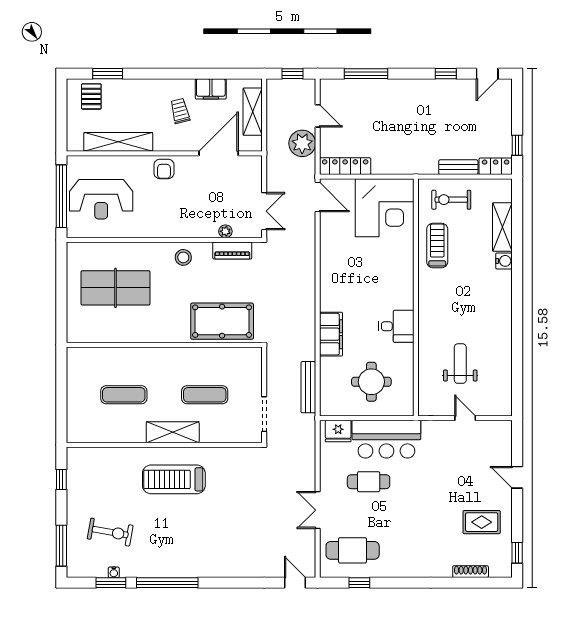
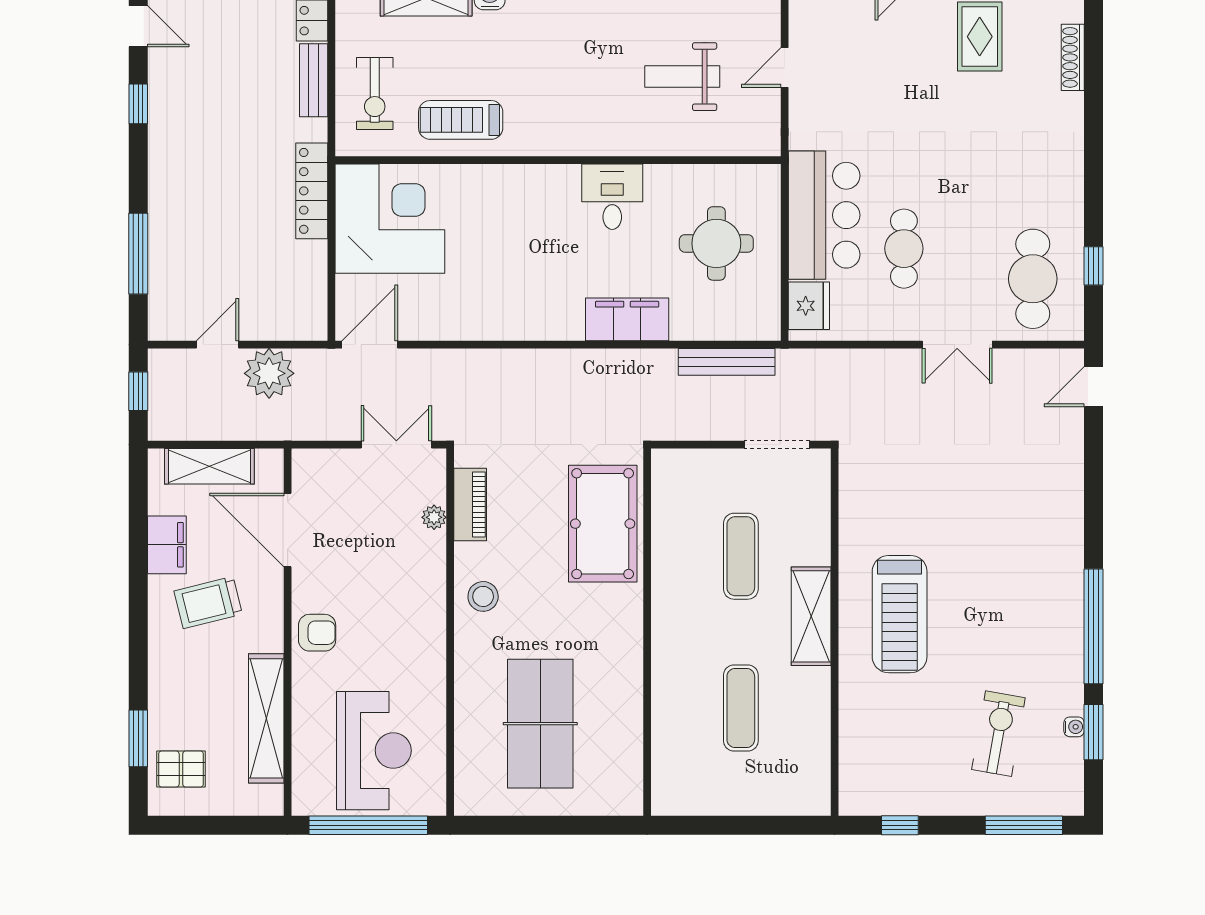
trolley: (180, 111) -> (208, 603), width x1.36, depth x1.39
locker: (345, 166) -> (312, 191), moved

